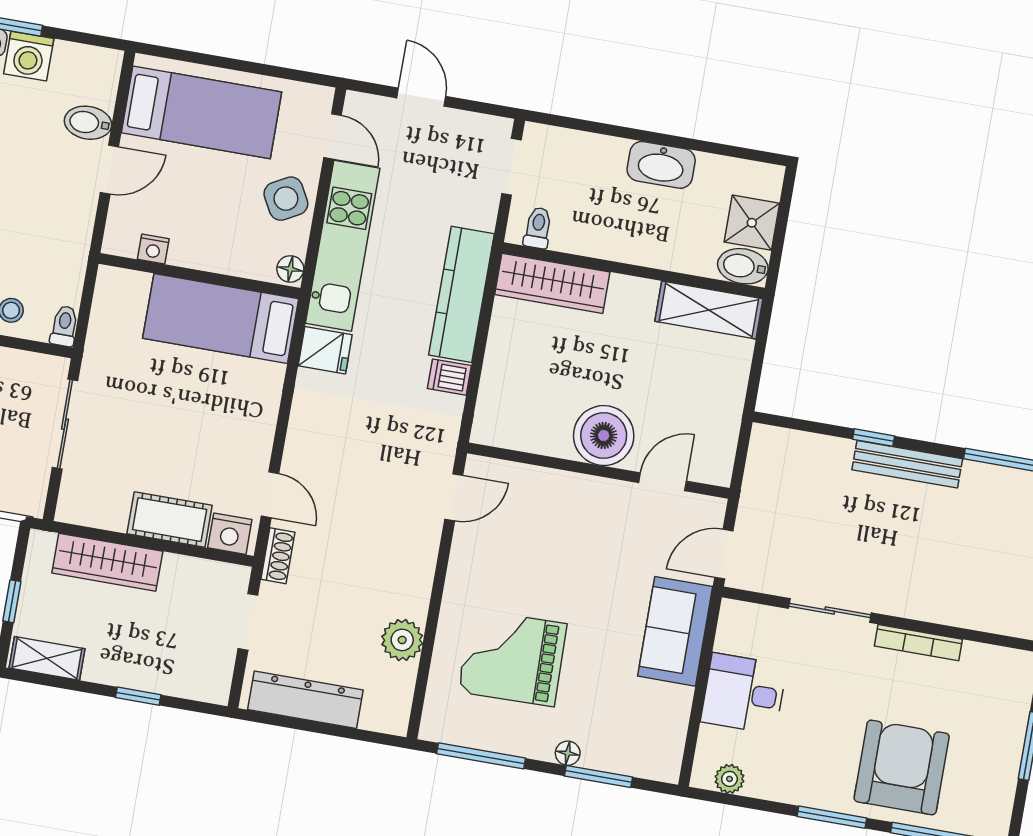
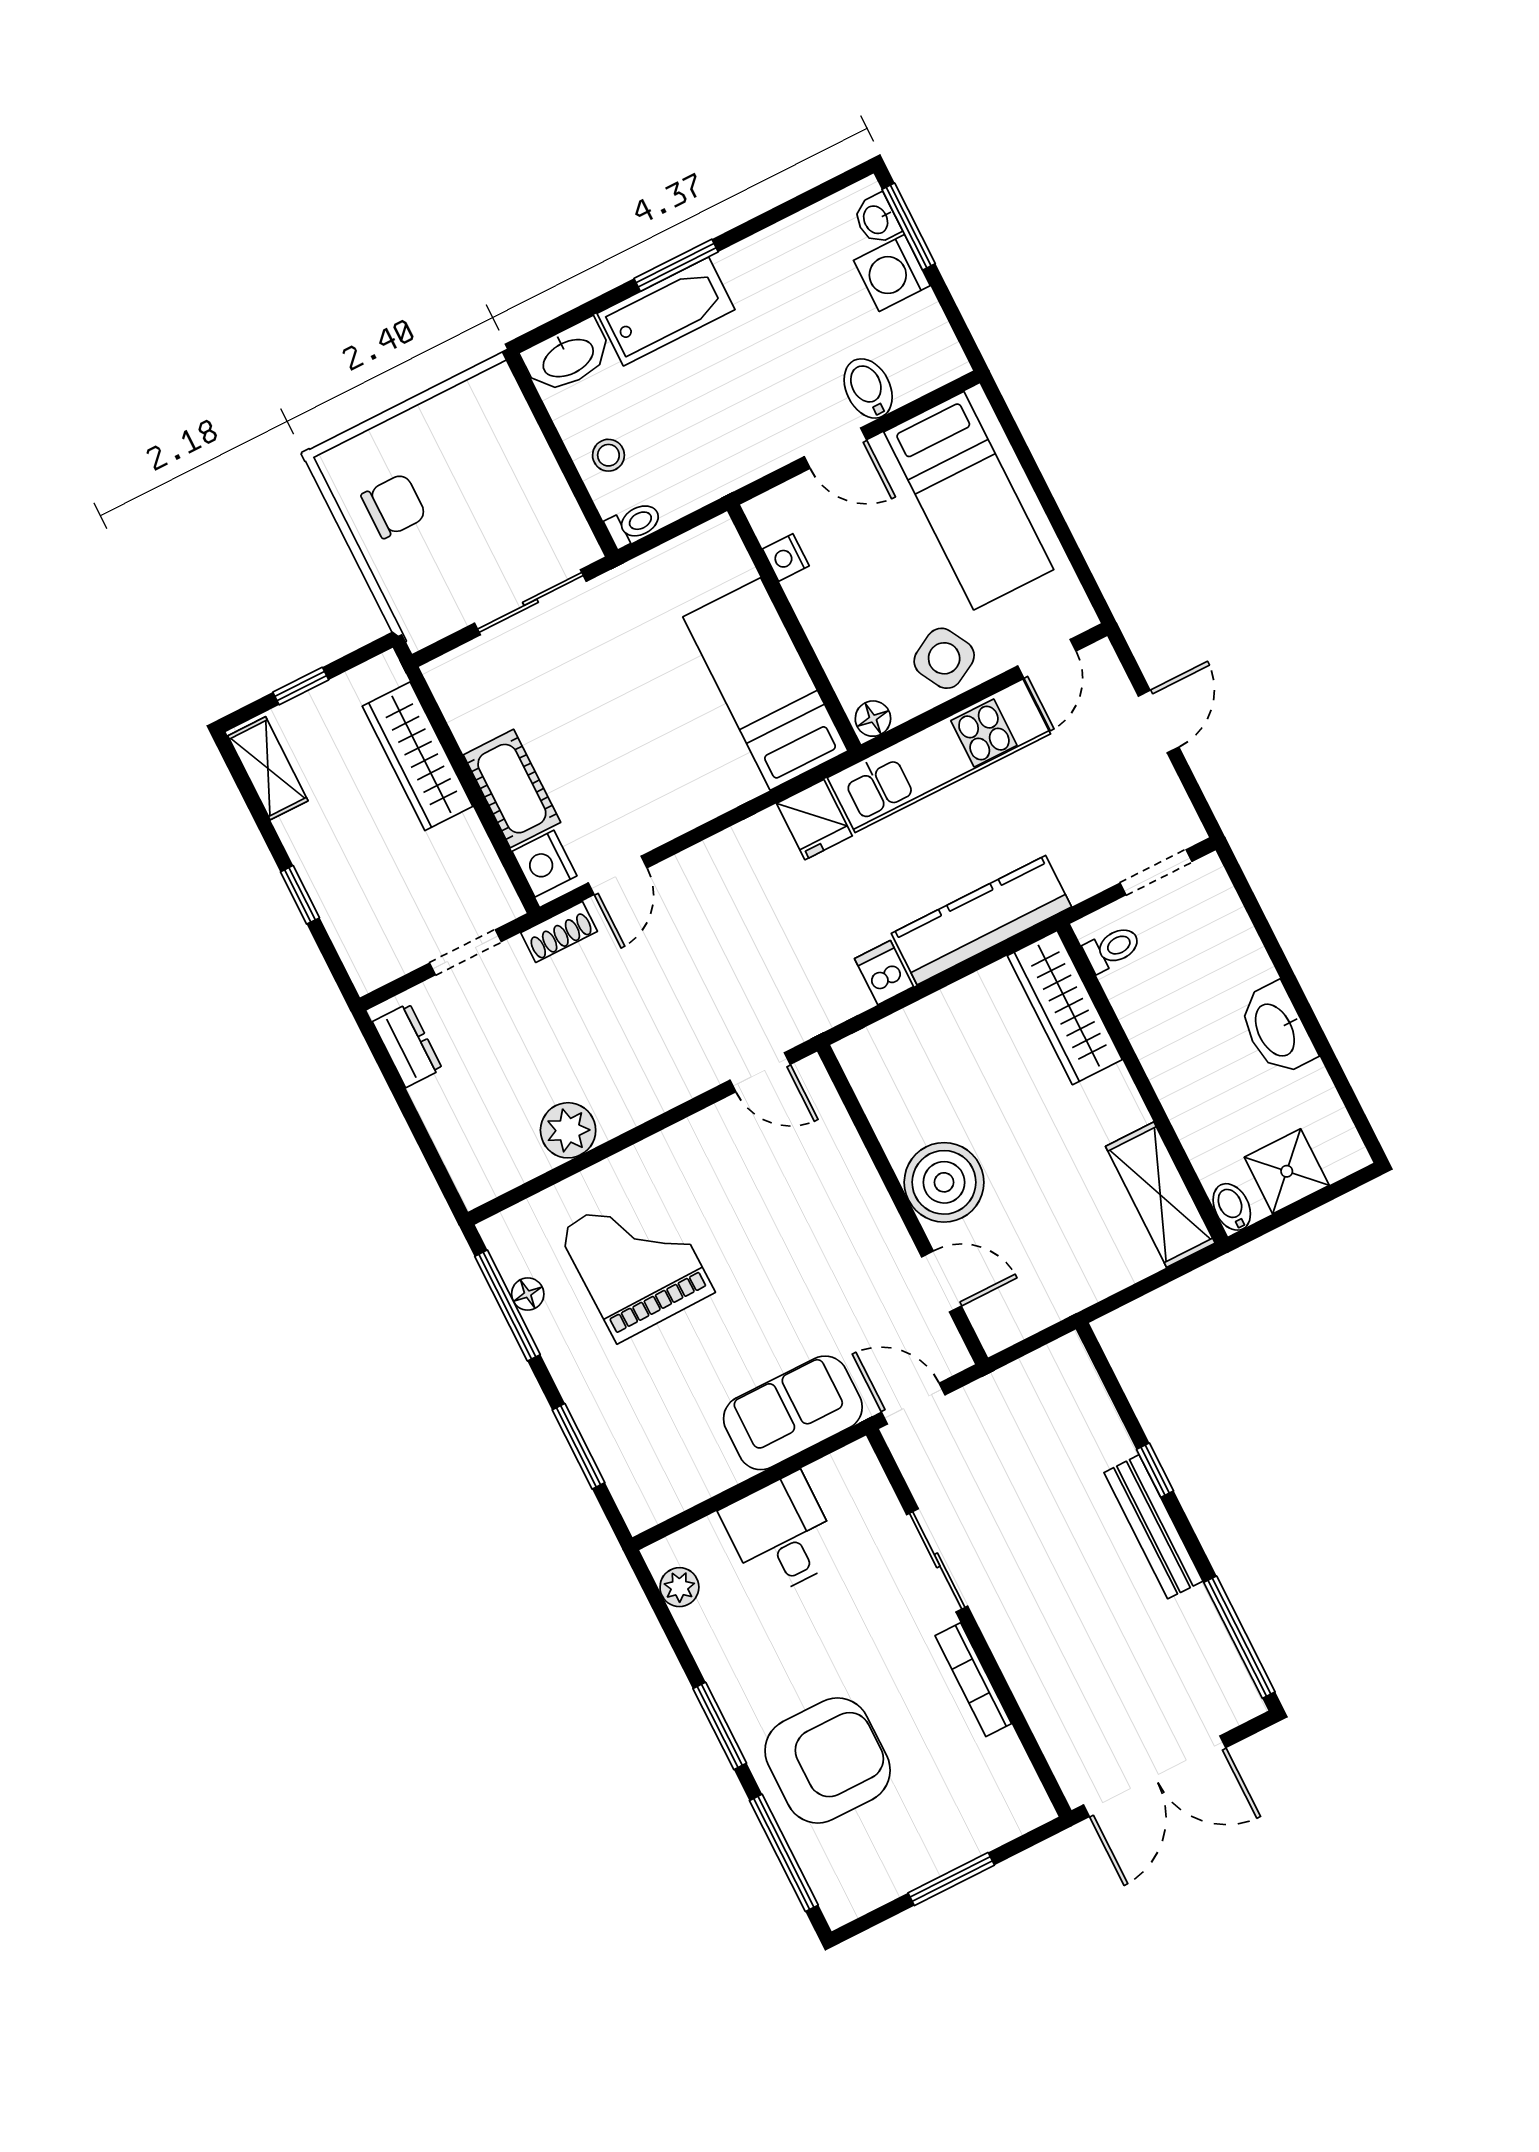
bidet: (743, 266) -> (1232, 1207), width x0.72, depth x0.74
dresser: (305, 700) -> (407, 1045), width x0.51, depth x0.80
floor lamp: (568, 753) -> (528, 1294), moved

